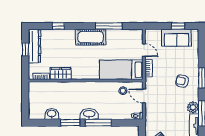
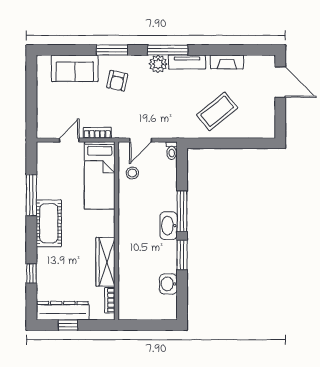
window: (178, 26) -> (31, 87), removed
sofa: (176, 38) -> (75, 68), moved, turned 90
wardrobe: (61, 73) -> (105, 262), width x1.50

